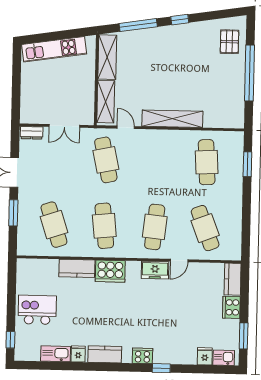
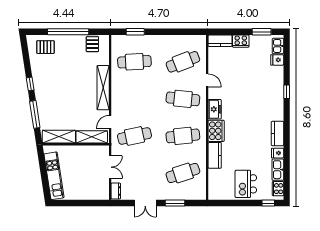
pallet: (232, 105) -> (92, 44), added
freezer: (155, 270) -> (215, 109), moved
cooker: (142, 356) -> (278, 189), moved

